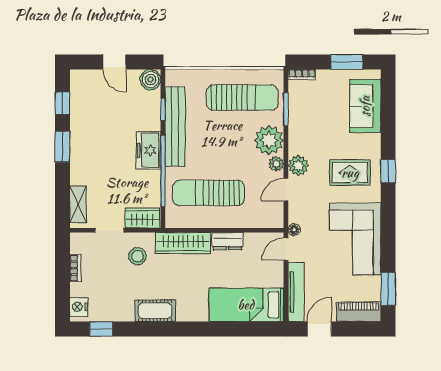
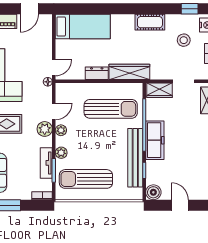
plant: (269, 140) -> (61, 153), width x0.53, depth x0.53
freezer: (148, 150) -> (155, 140), width x1.40
stool: (137, 256) -> (184, 40), moved
tv unit: (296, 292) -> (46, 163), moved, width x0.71

